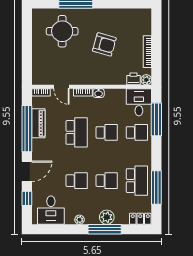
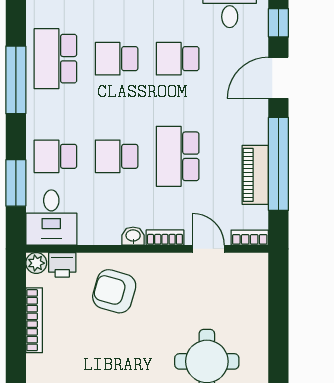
armchair: (104, 44) -> (114, 291), moved
window: (156, 119) -> (16, 183), width x0.69
window: (156, 188) -> (16, 80), moved

